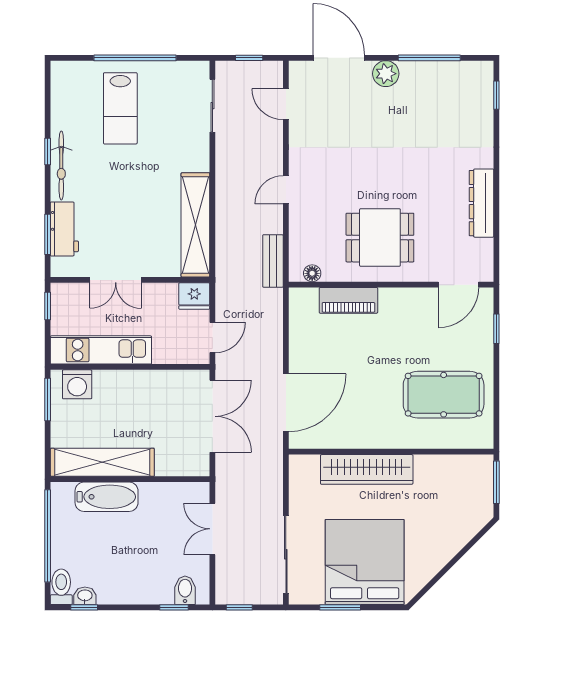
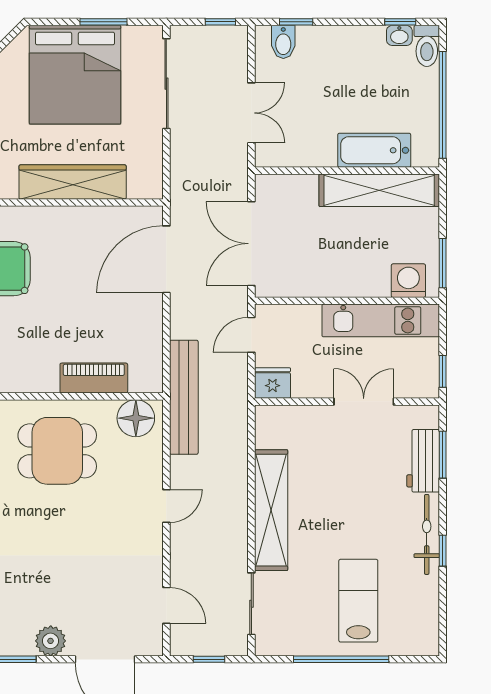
shelving: (195, 225) -> (271, 510), moved
bench: (273, 261) -> (184, 397), width x1.86, depth x1.21
floor lamp: (312, 273) -> (136, 418), width x1.89, depth x1.89

